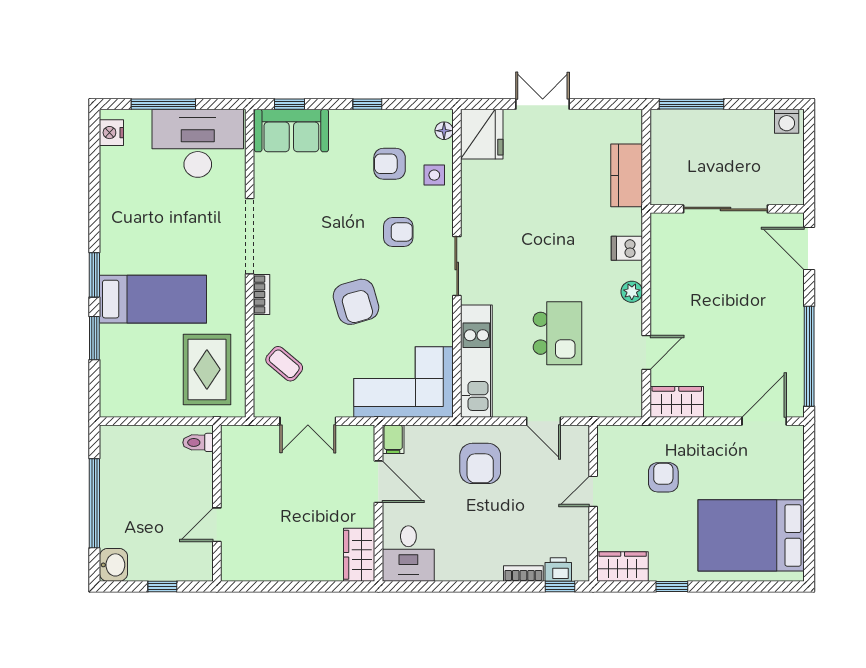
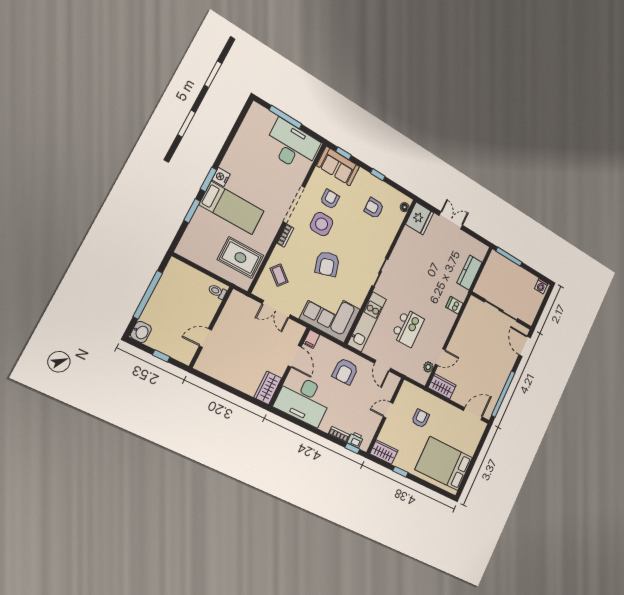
nightstand: (111, 133) -> (221, 177), moved
side table: (434, 175) -> (322, 224), moved, width x1.87, depth x1.87
armchair: (398, 232) -> (330, 199), moved, turned -90
plant: (632, 292) -> (428, 367), moved
rug: (207, 369) -> (240, 258), turned 90
desk: (408, 554) -> (304, 400), width x1.87, depth x1.30

